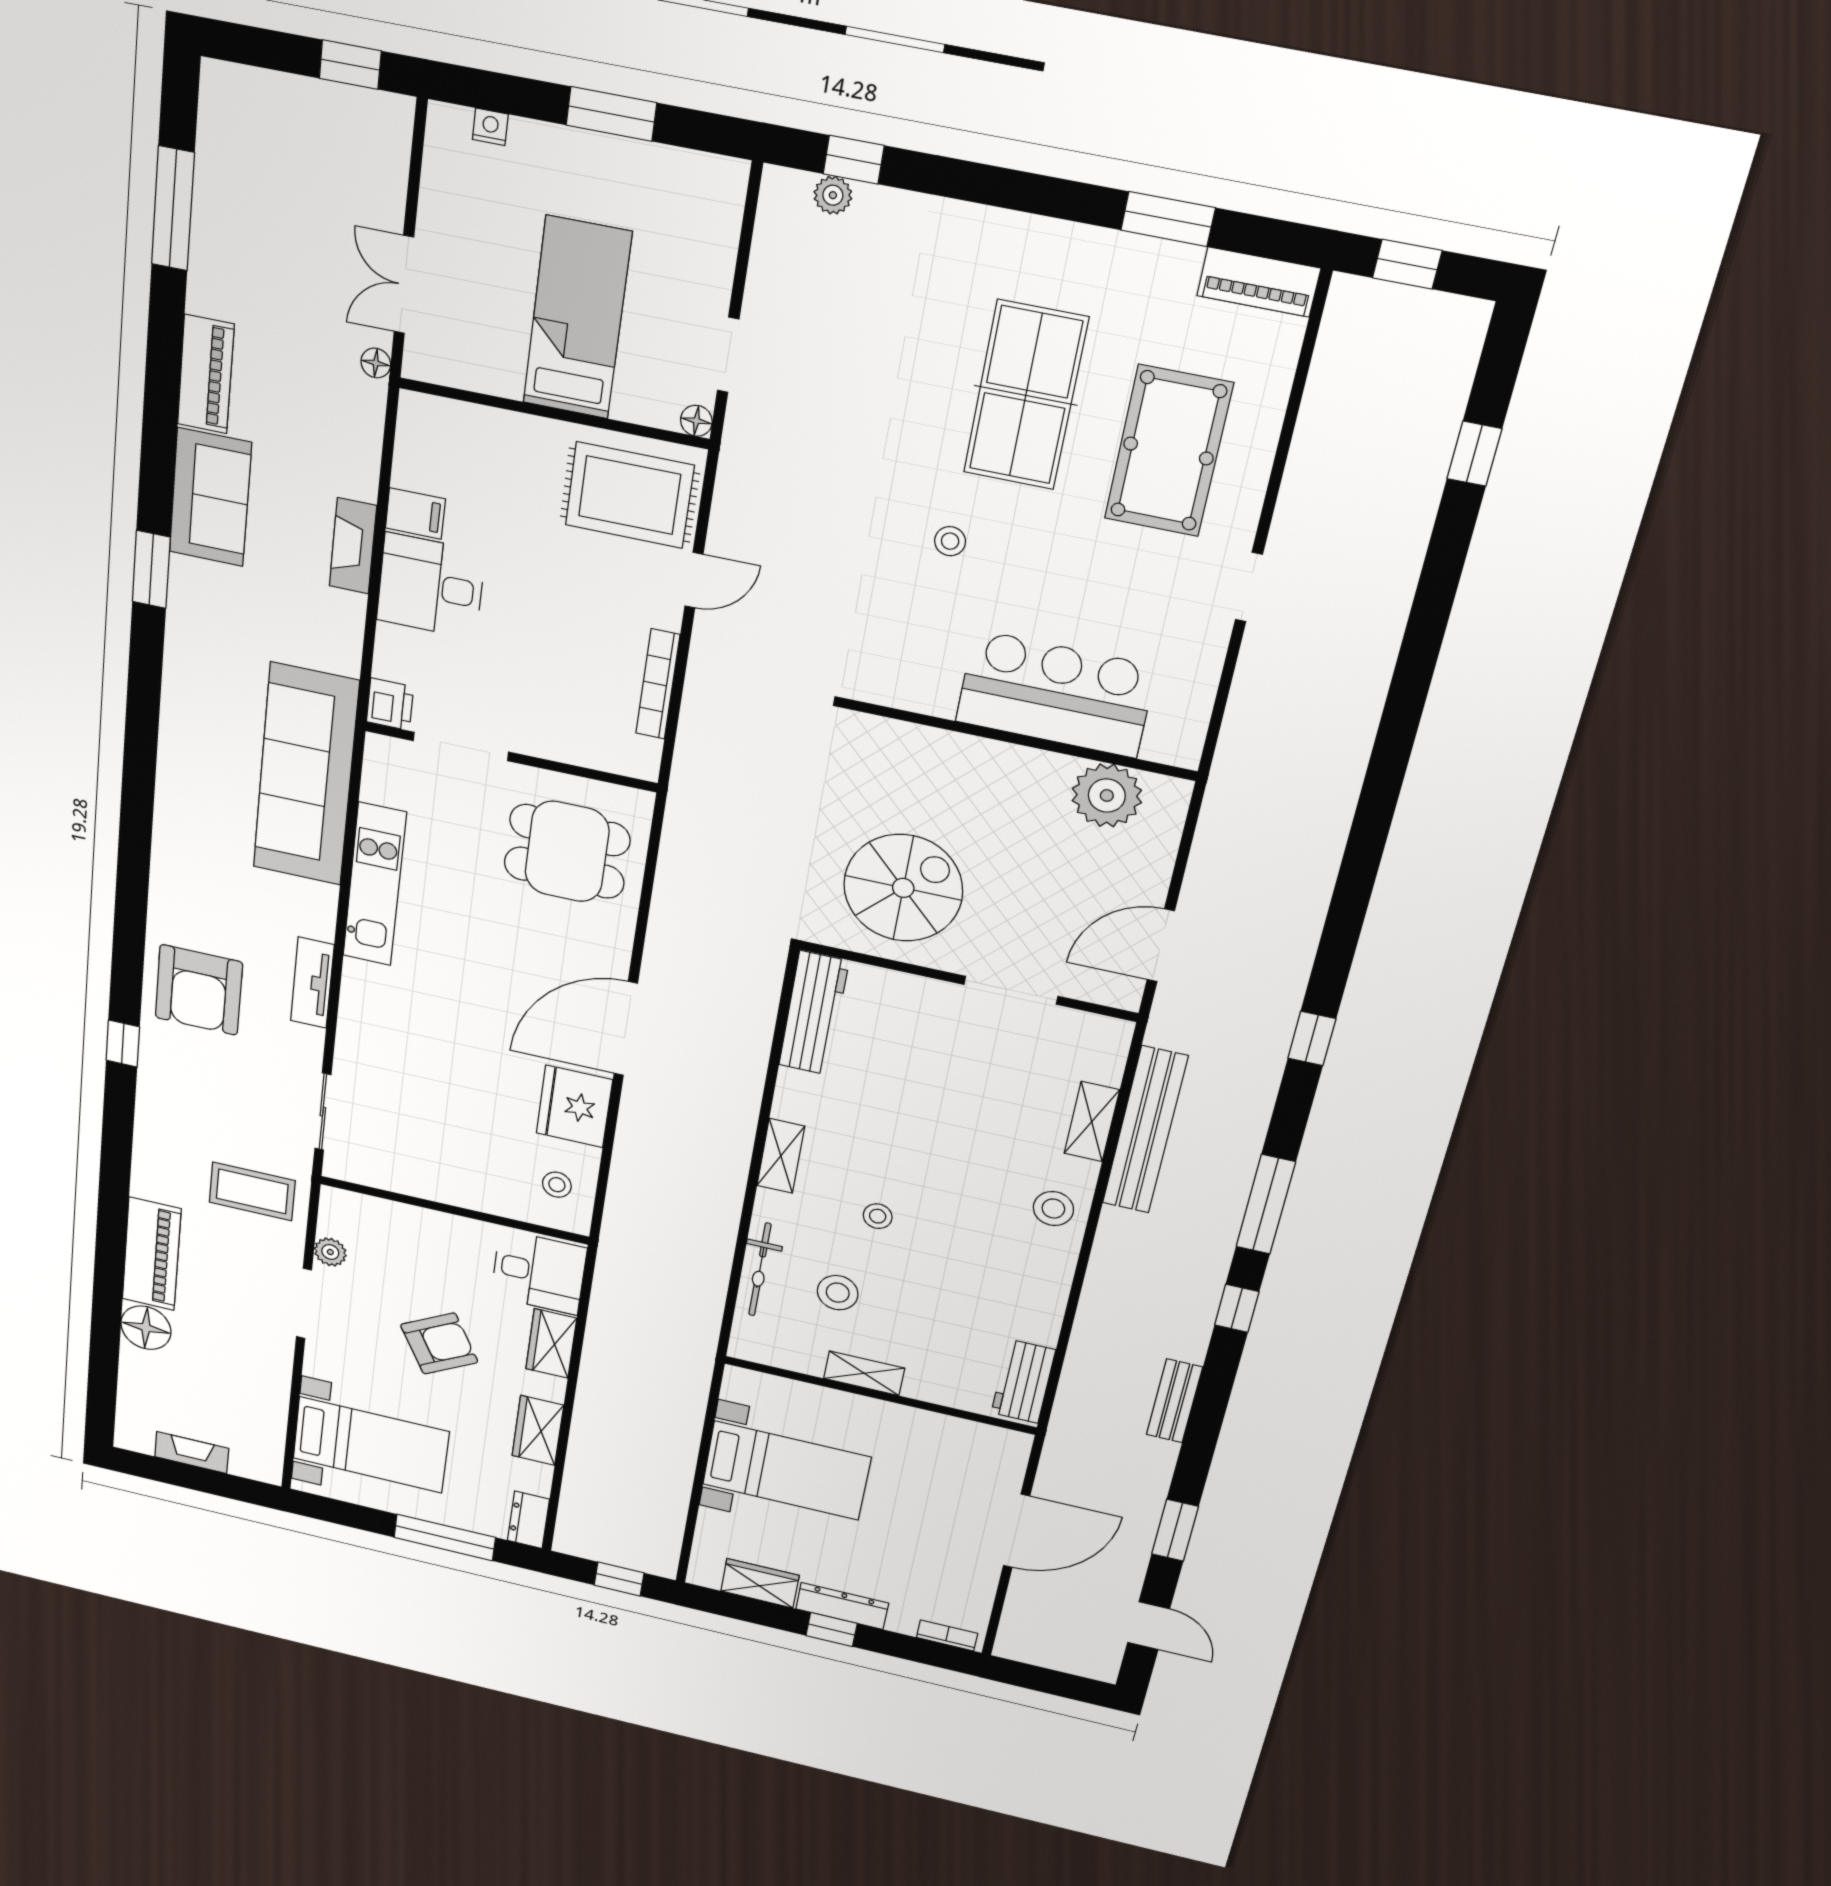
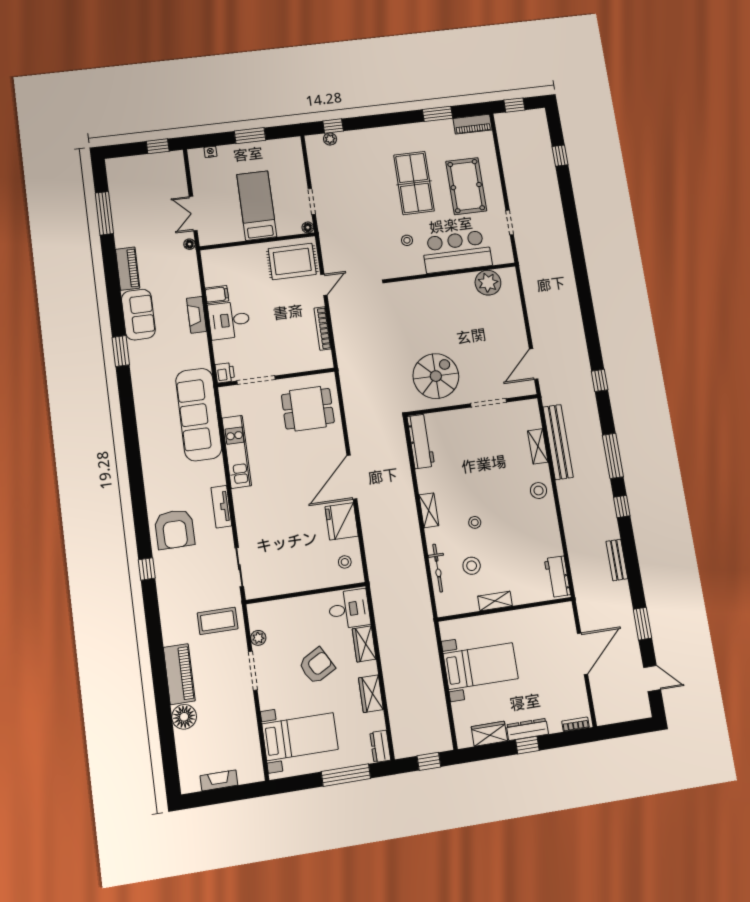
bar counter: (1056, 694) -> (457, 252), moved
wall: (1019, 740) -> (451, 273), moved
plant: (1107, 795) -> (488, 283), moved

